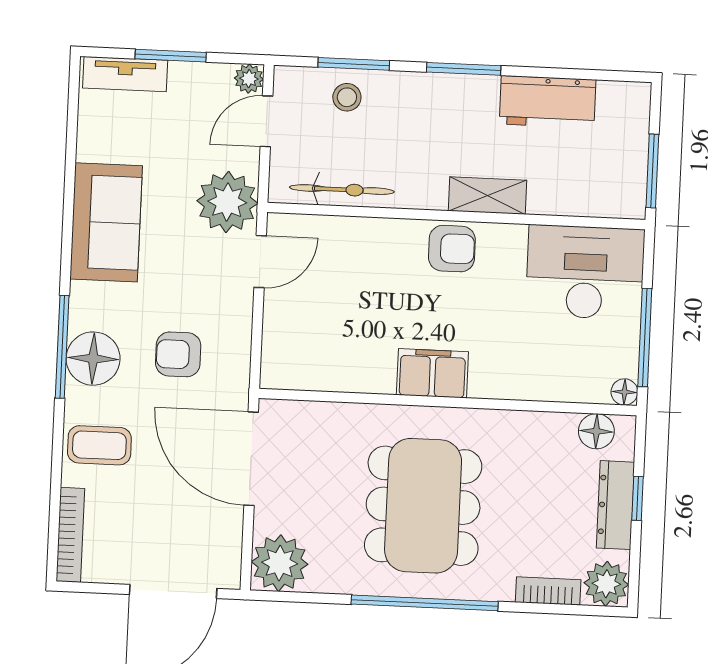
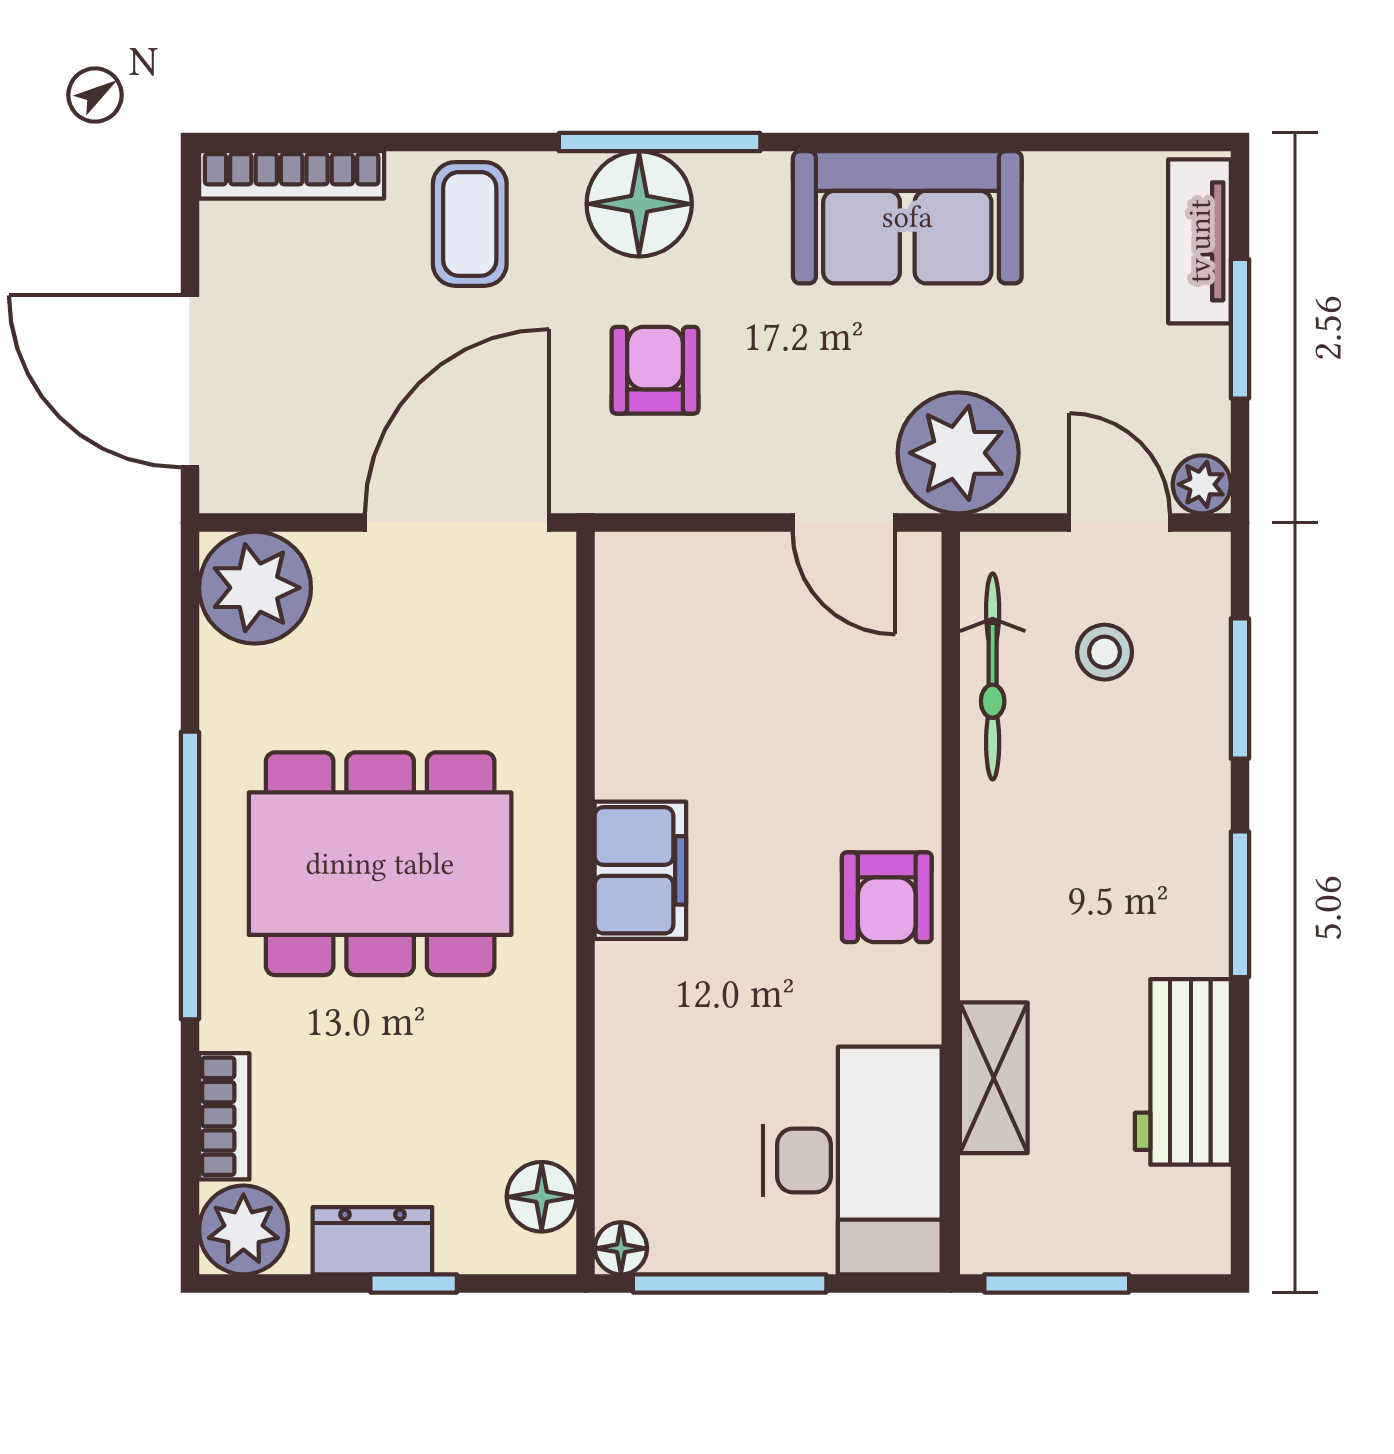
stool: (347, 97) -> (1105, 652), moved
shelving: (487, 196) -> (994, 1078), moved
dresser: (615, 505) -> (372, 1241), width x0.70

